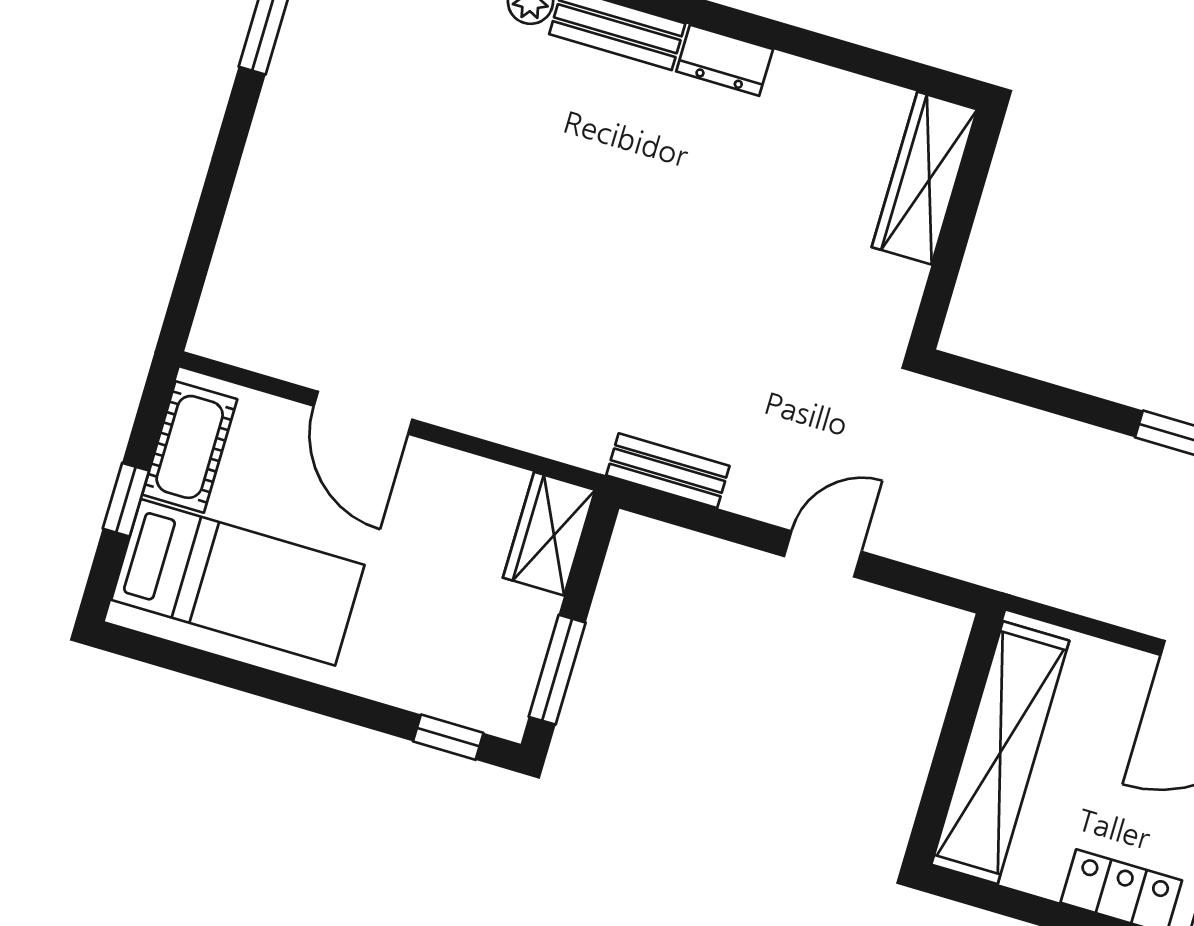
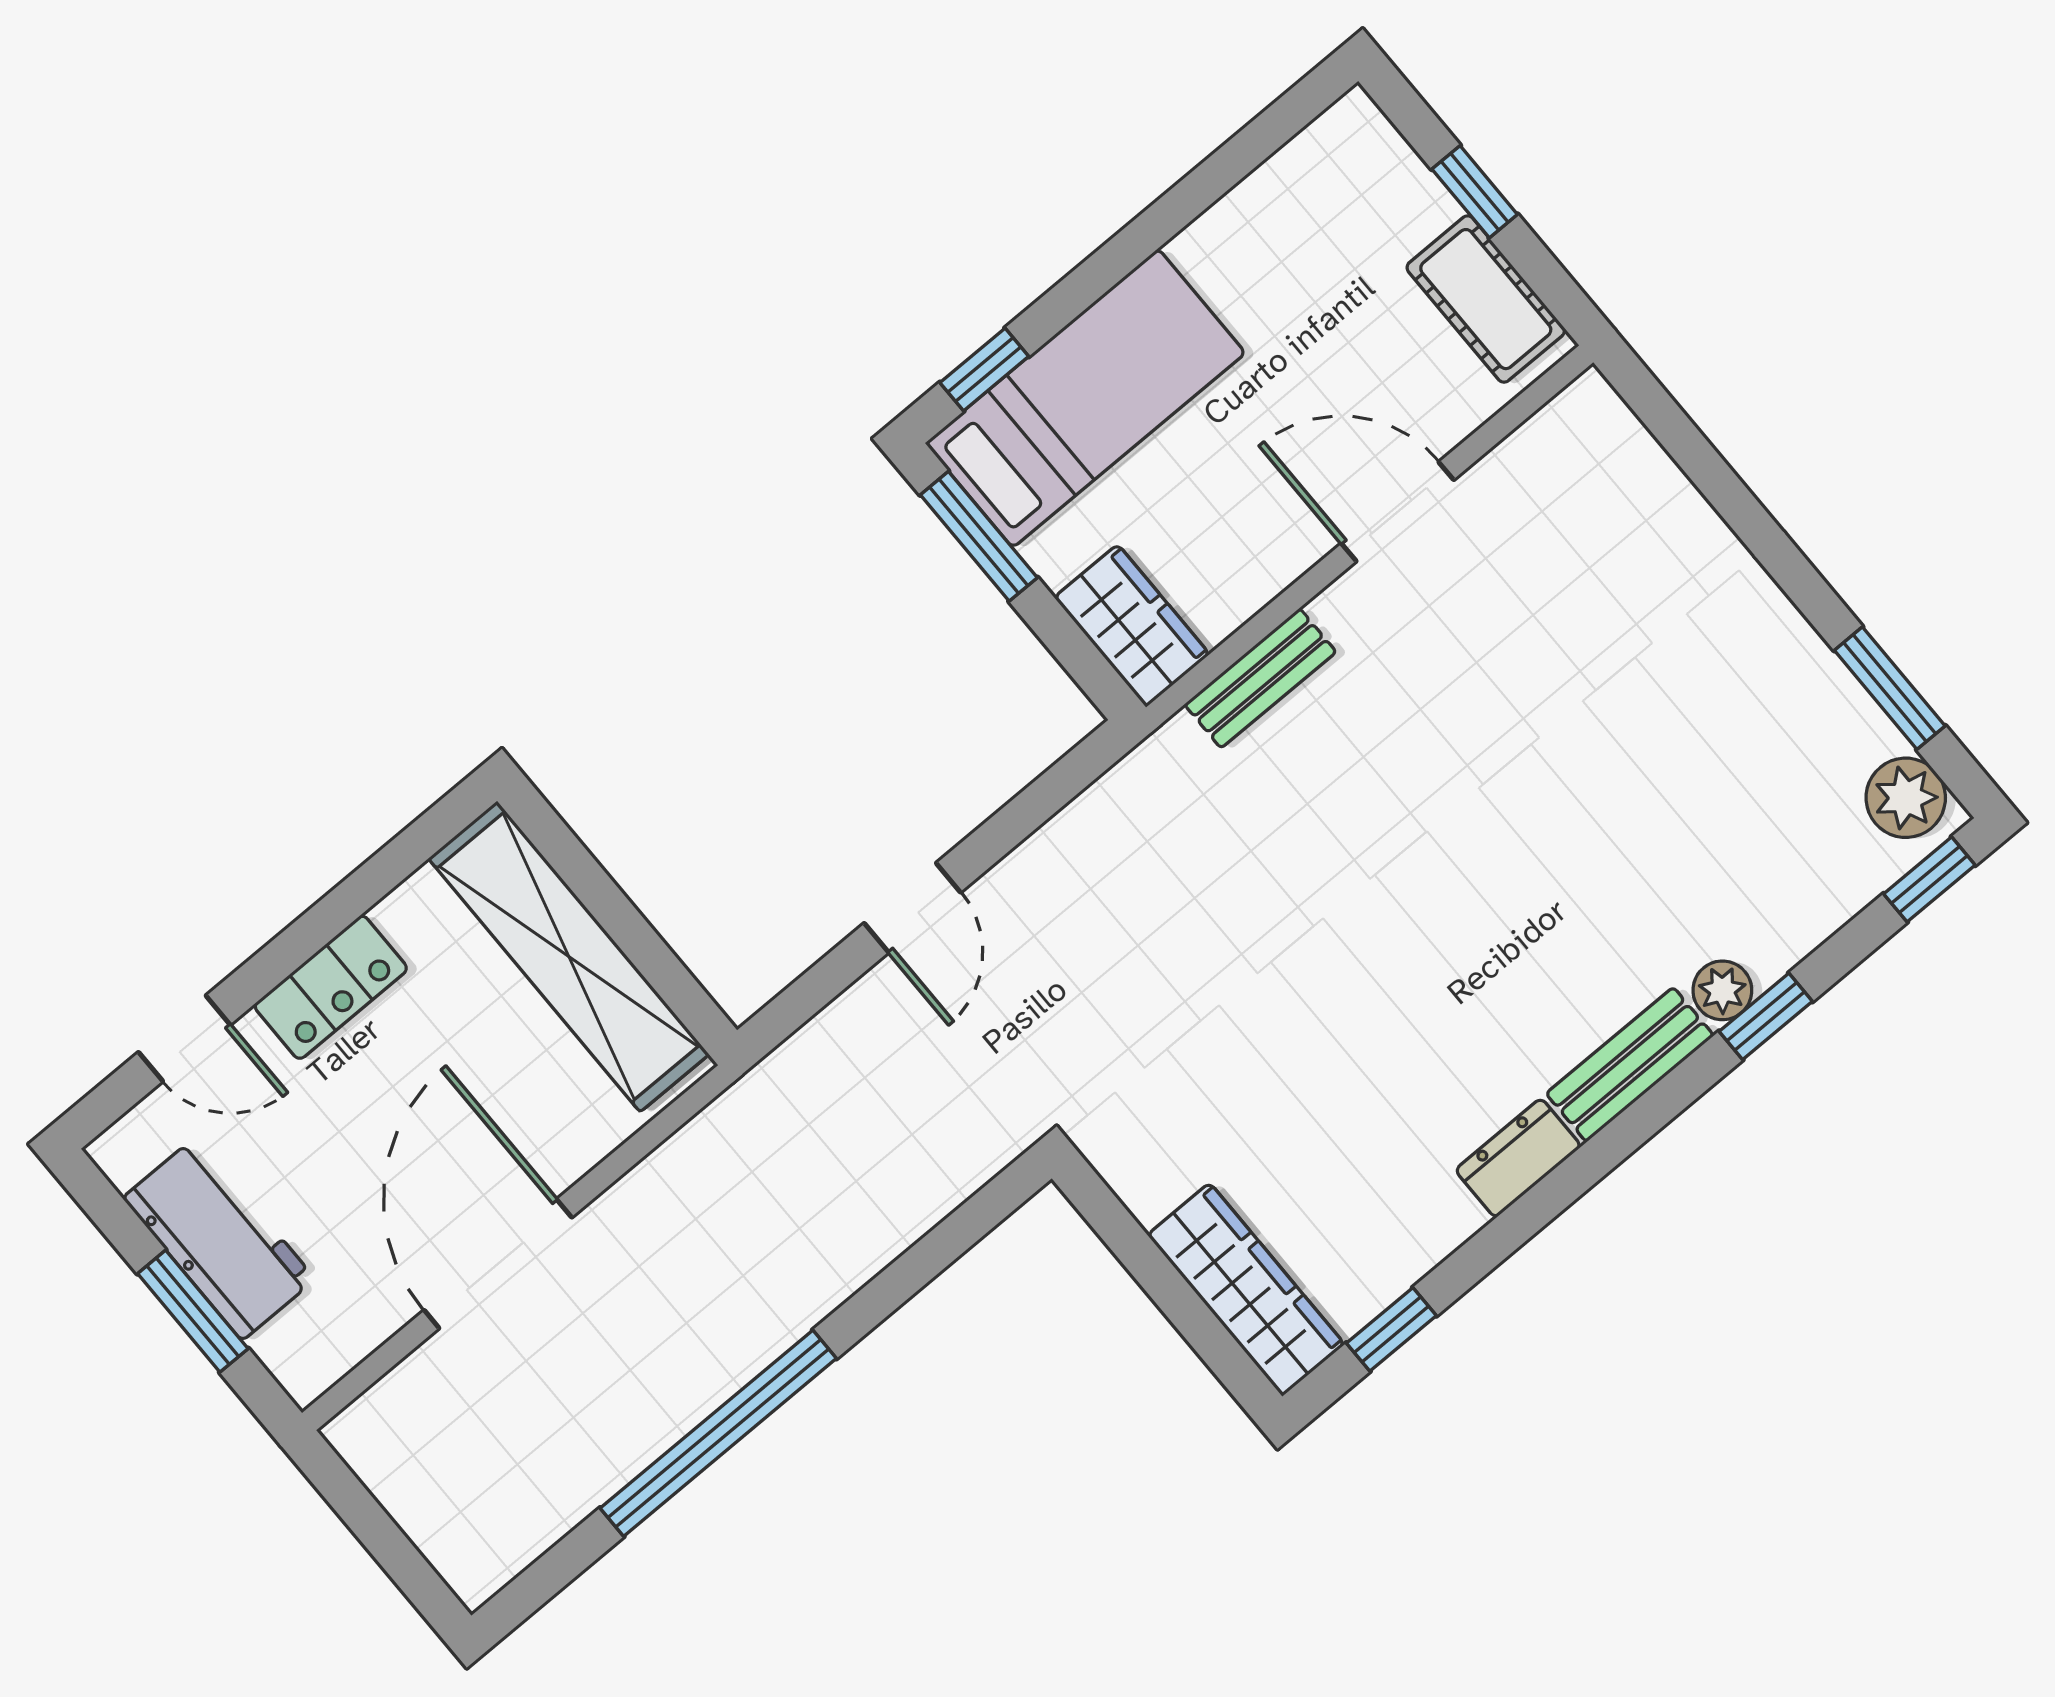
window: (888, 68) -> (1391, 1329), added
bench: (668, 471) -> (1260, 678), moved
bed: (238, 582) -> (1085, 398), moved, turned 180

